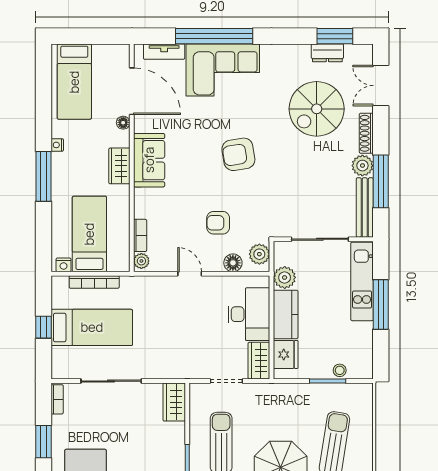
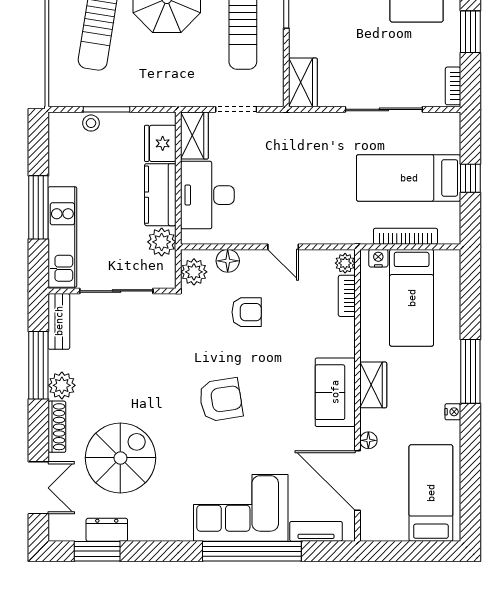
bench: (365, 207) -> (59, 321), width x0.73
nightstand: (64, 265) -> (378, 258), moved

